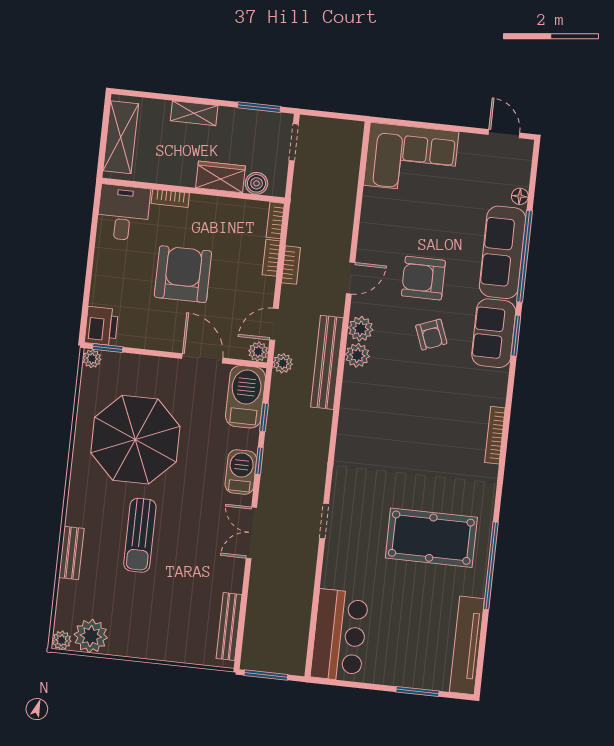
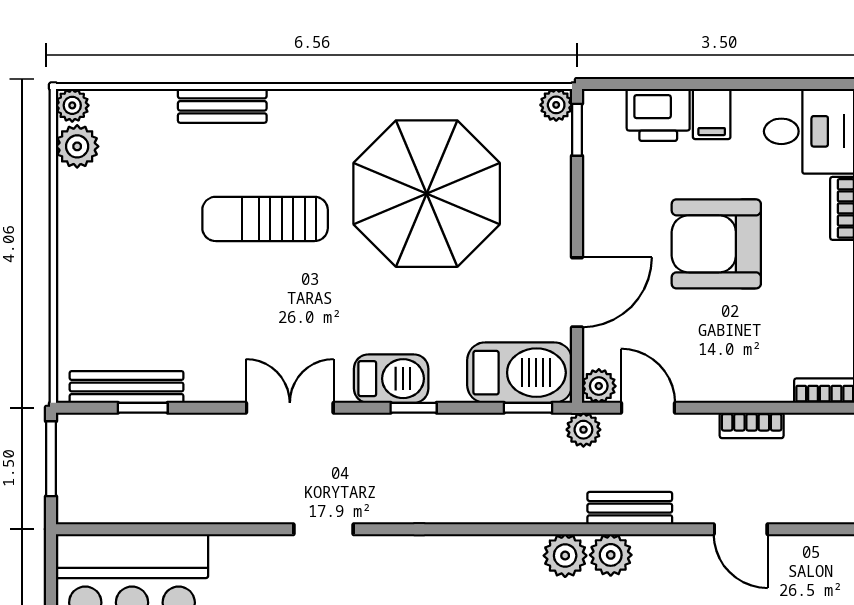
bookcase: (271, 258) -> (760, 391), removed
filing cabinet: (107, 269) -> (712, 114), added
armchair: (183, 274) -> (716, 244), turned 180
printer: (101, 326) -> (658, 115), moved
plant: (361, 329) -> (565, 556), moved
bench: (327, 362) -> (630, 508), width x0.54, depth x0.82
window: (264, 417) -> (528, 408), moved
window: (242, 618) -> (143, 408), added
plant: (91, 636) -> (77, 146), width x0.73, depth x0.73

